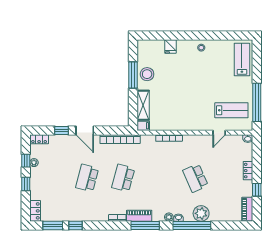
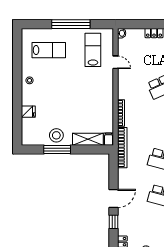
lab bench: (242, 60) -> (49, 50), moved, turned 180
window: (257, 102) -> (71, 24), moved
bookcase: (120, 139) -> (122, 148), moved

